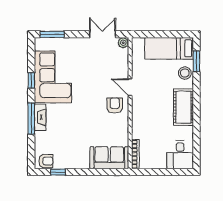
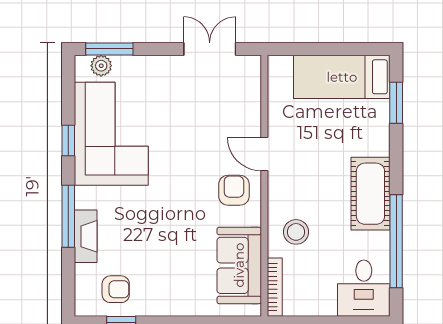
plant: (123, 43) -> (101, 66), moved
stool: (185, 73) -> (296, 232), moved
fireplace: (40, 117) -> (86, 236), moved
window: (196, 131) -> (396, 241), added
sofa: (109, 158) -> (239, 265), moved, turned -90
armchair: (46, 161) -> (116, 289), moved

